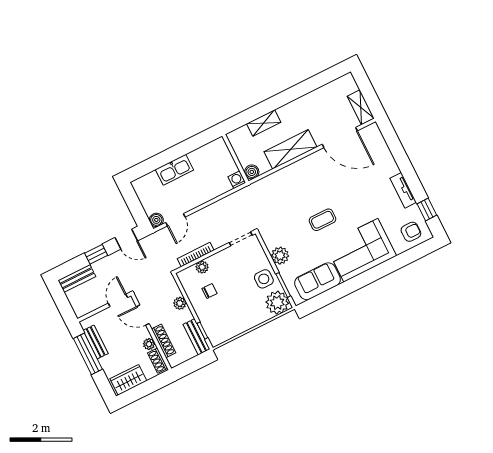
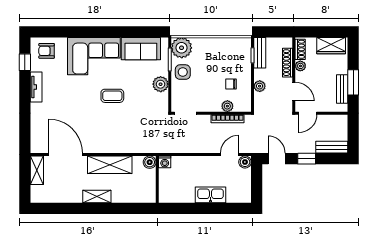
shelving: (264, 123) -> (97, 196), moved
window: (88, 354) -> (353, 82), width x0.69

